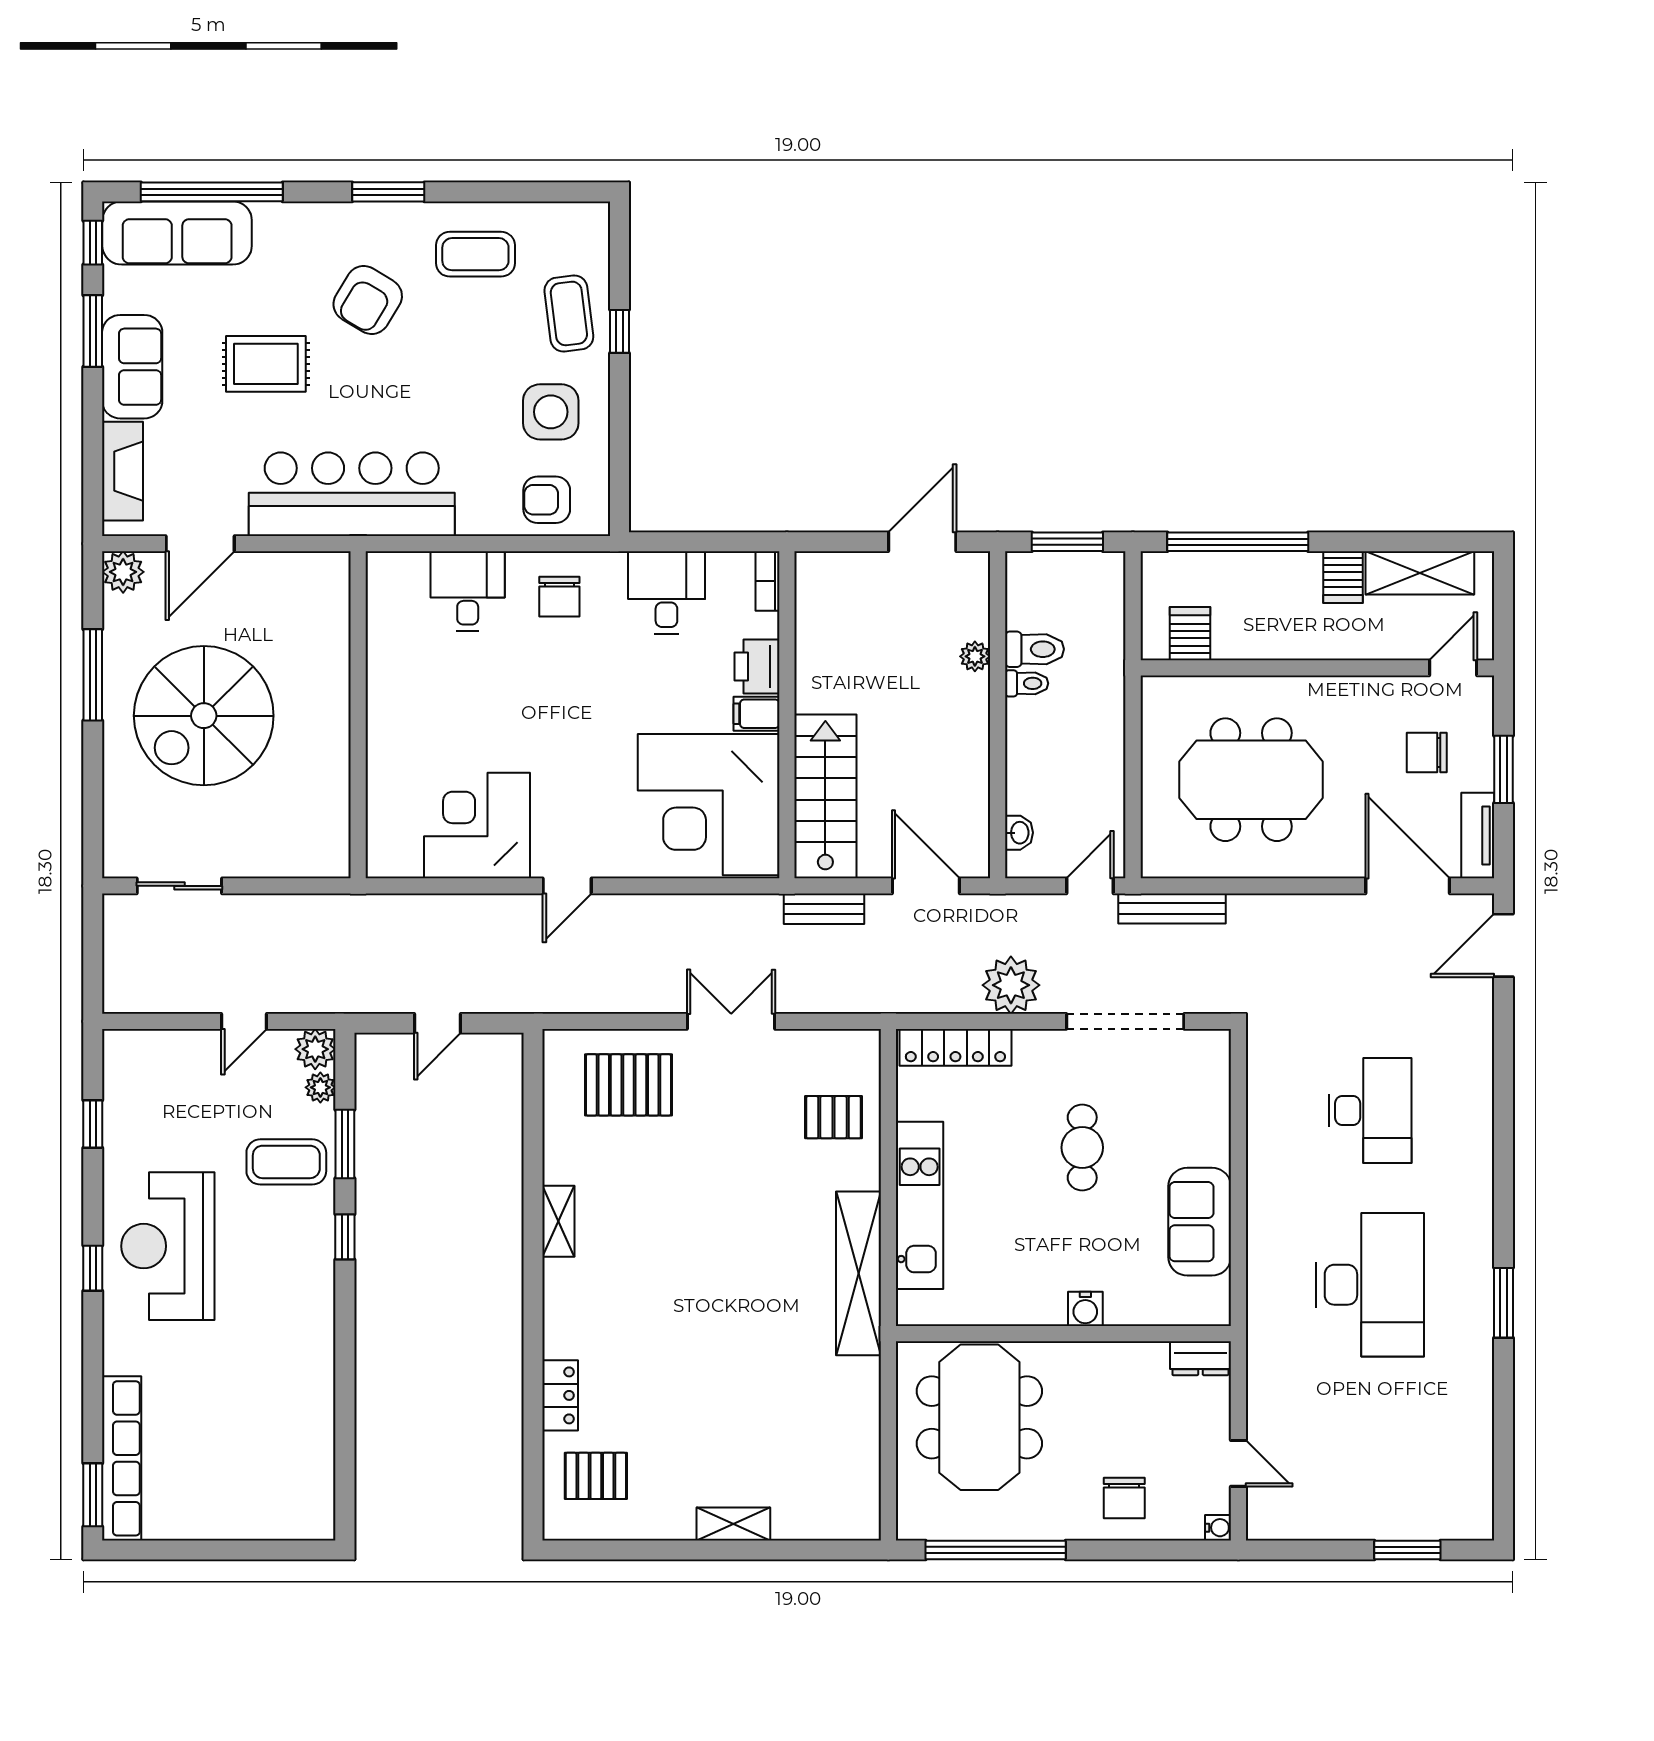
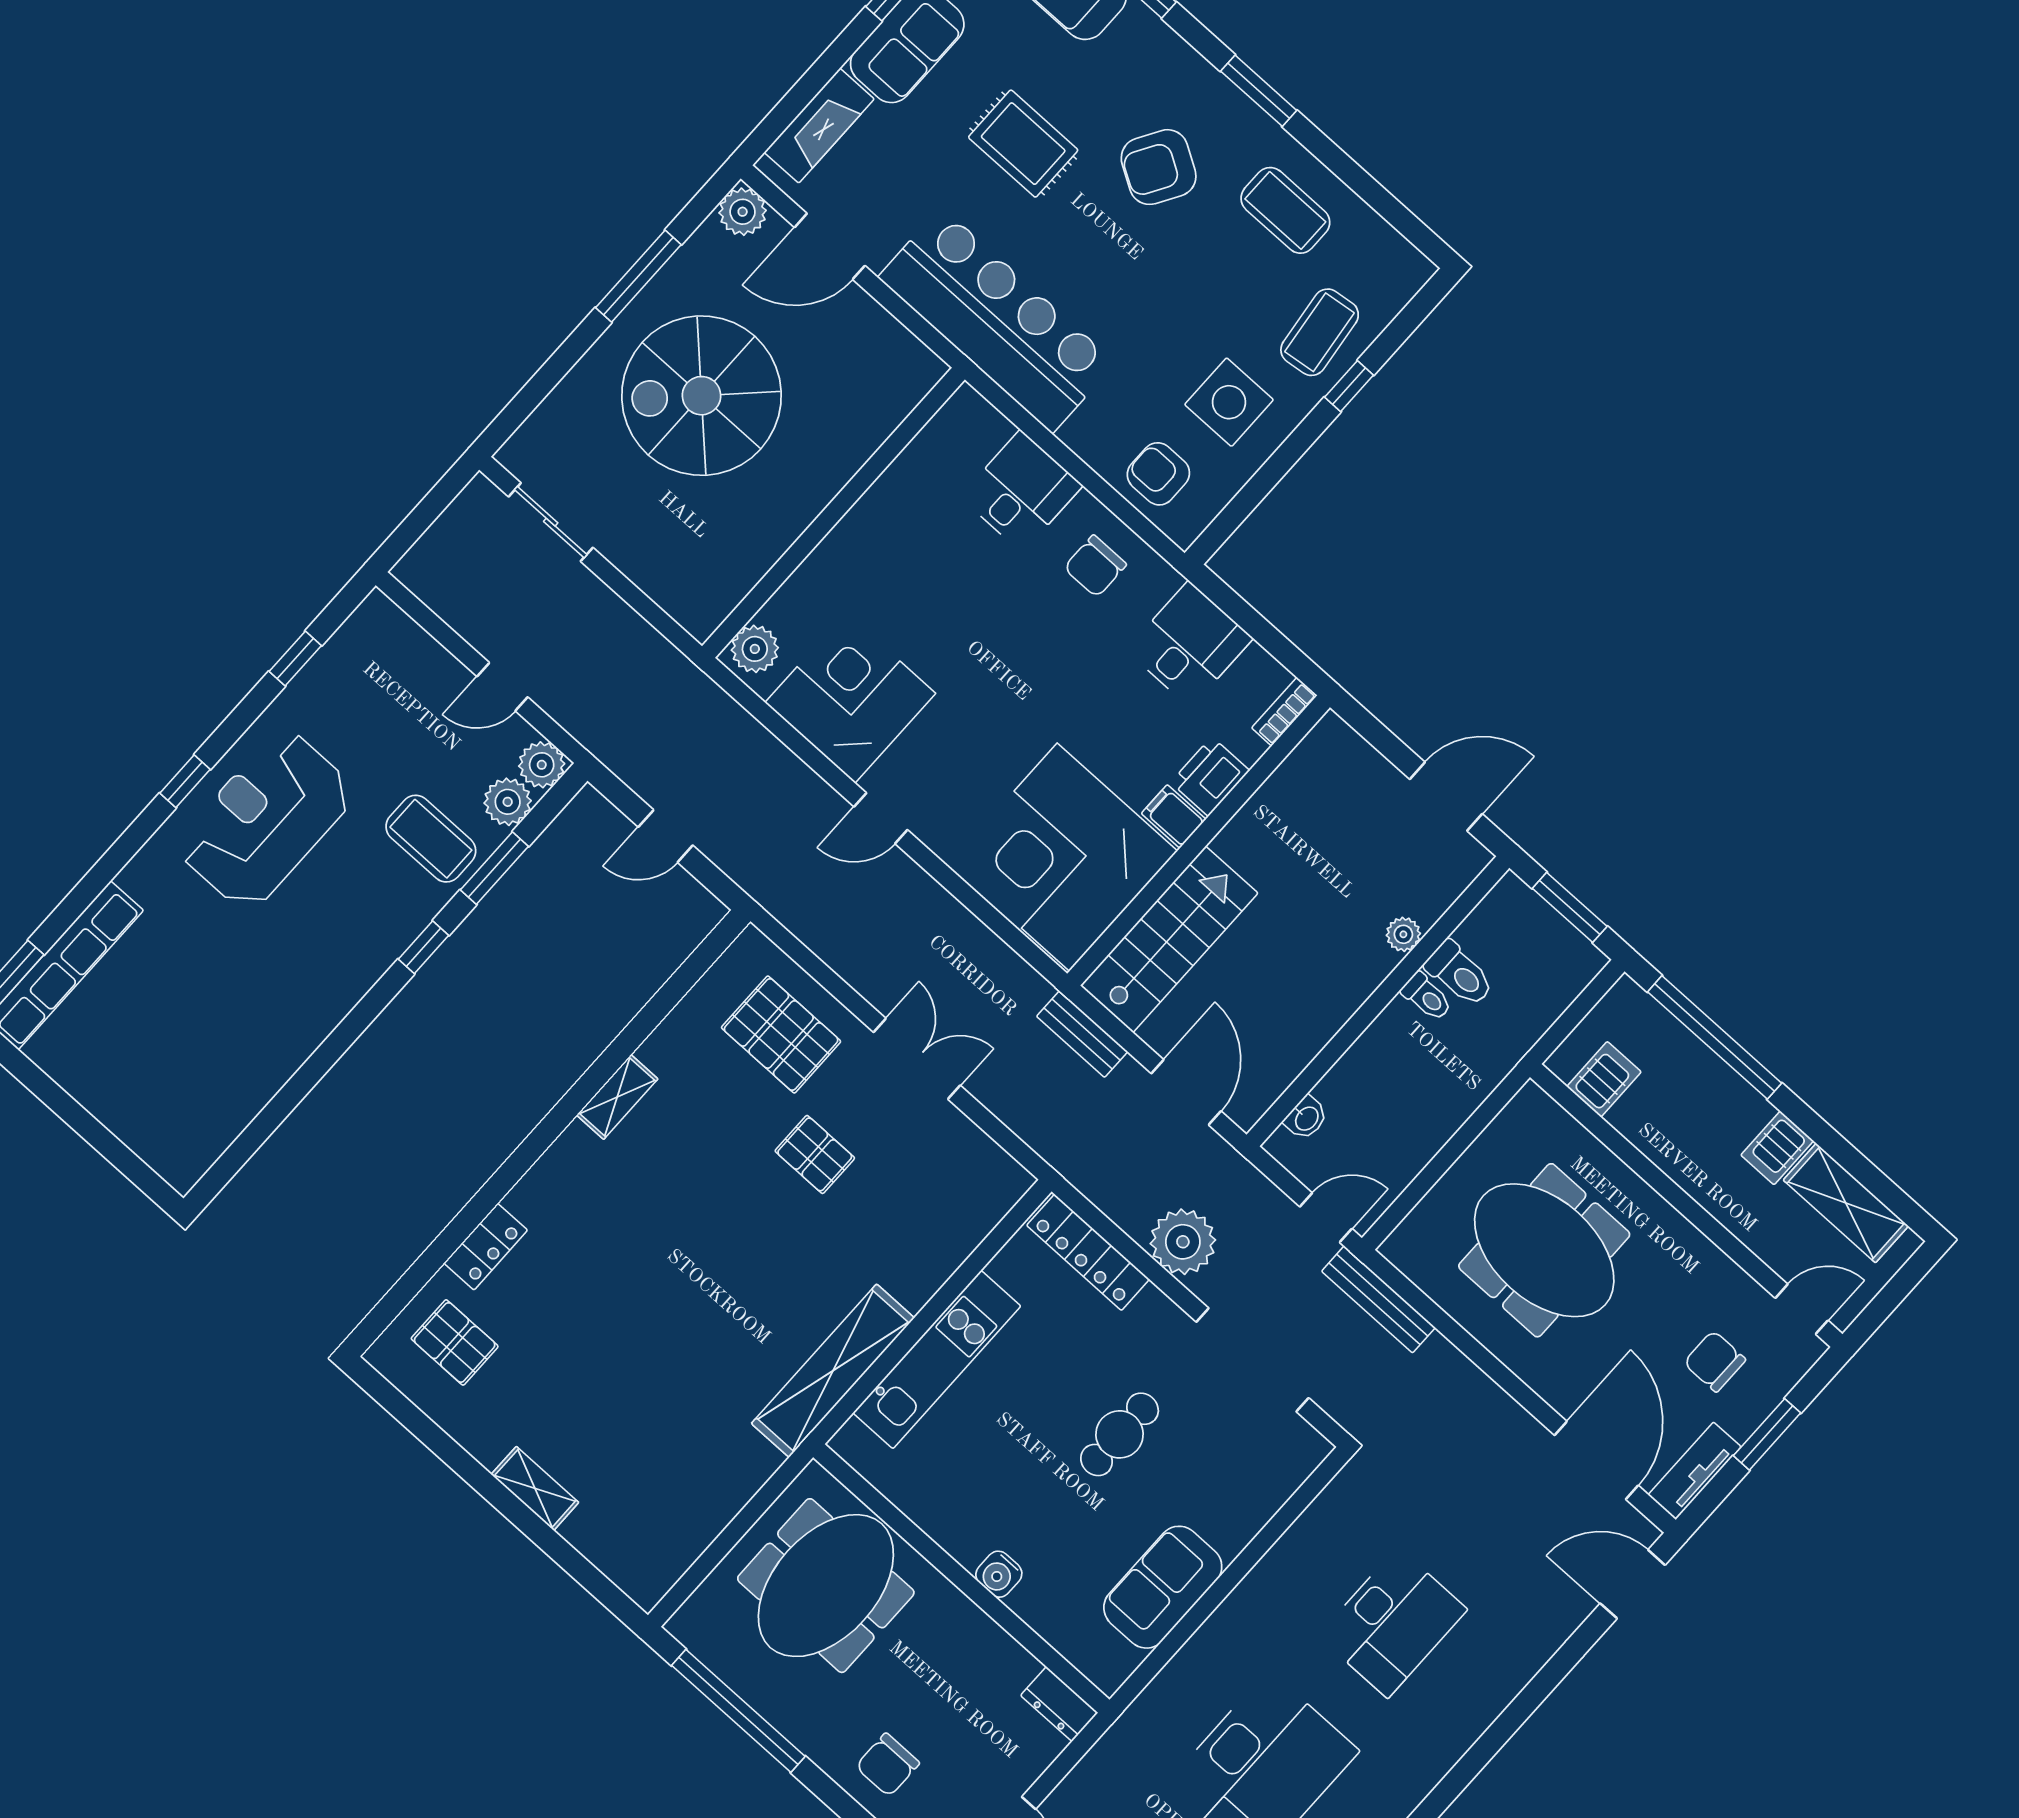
plant: (386, 849) -> (755, 649), added
plant: (320, 1087) -> (508, 802), width x1.38, depth x1.38
pallet: (833, 1117) -> (815, 1154), moved

